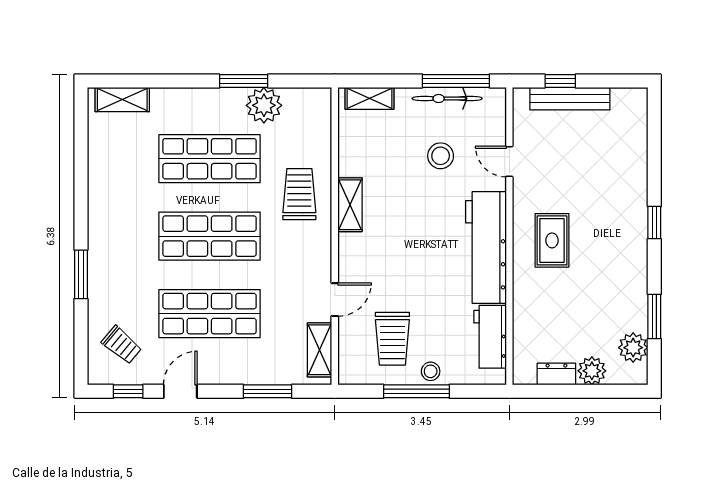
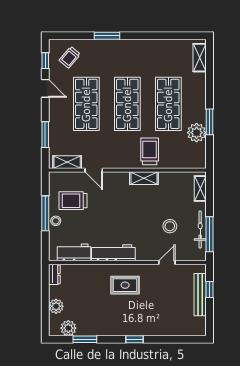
trolley: (299, 194) -> (150, 151), turned -90
workbench: (486, 248) -> (113, 253), width x0.73, depth x0.76
dresser: (556, 374) -> (54, 274), moved

